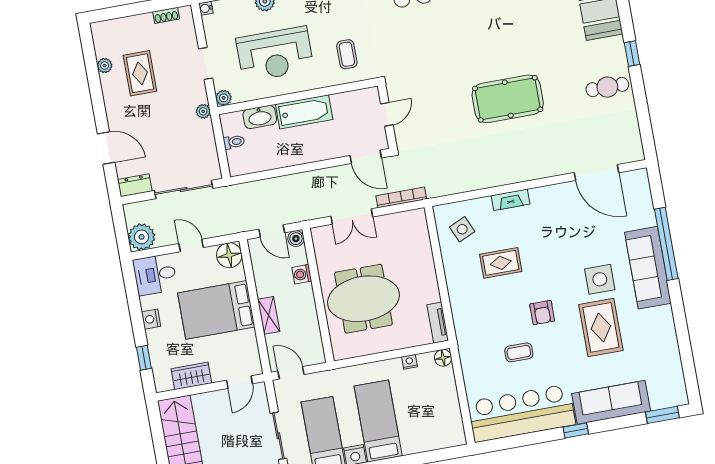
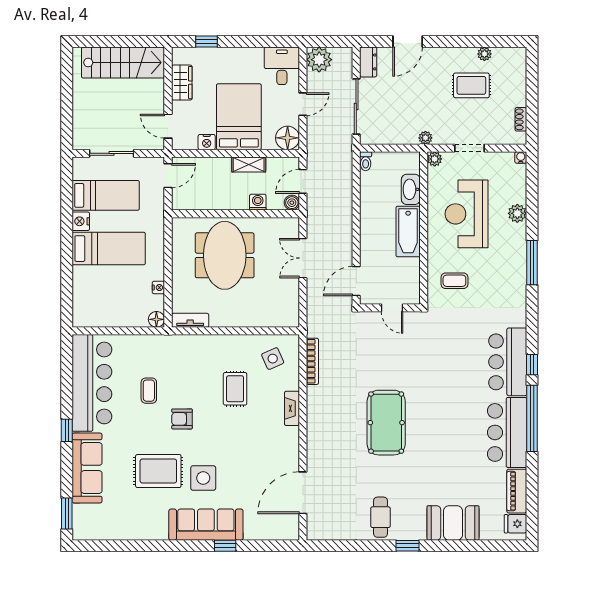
toilet: (234, 142) -> (366, 161), moved
bookcase: (401, 197) -> (312, 361), moved
window: (666, 244) -> (225, 546), width x0.32
shelving: (269, 315) -> (249, 165), moved
nightstand: (151, 319) -> (207, 142), moved, turned 180

